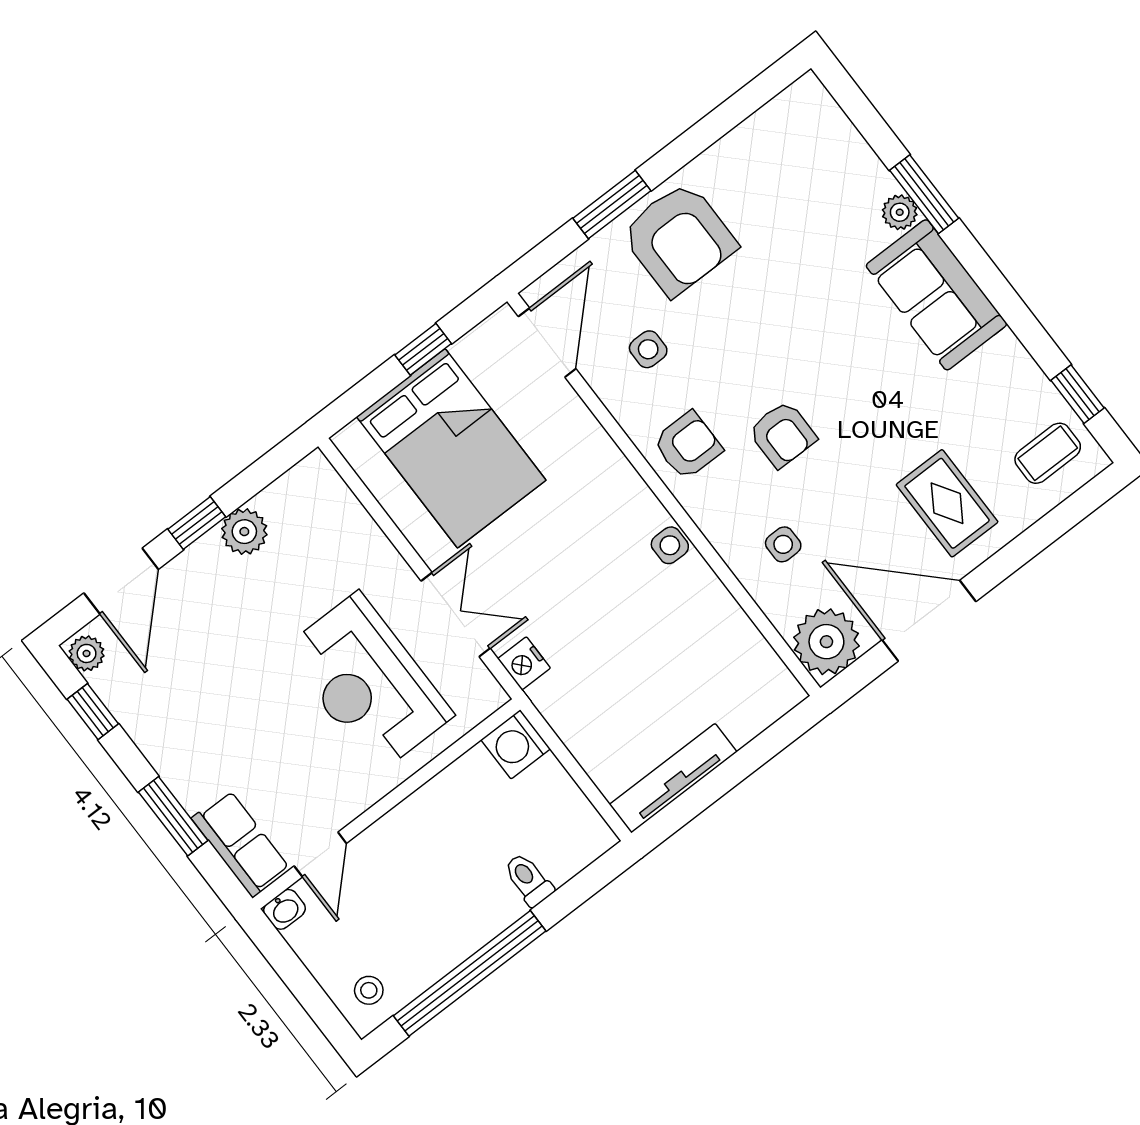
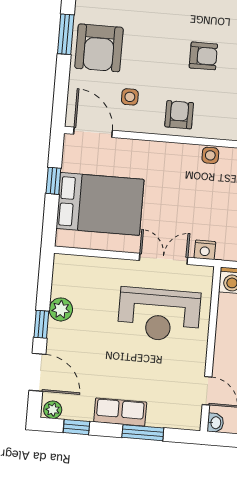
window: (612, 204) -> (66, 34), moved
armchair: (679, 239) -> (99, 48), turned 90
armchair: (782, 434) -> (203, 56), moved
row of seats: (241, 844) -> (120, 412), moved

